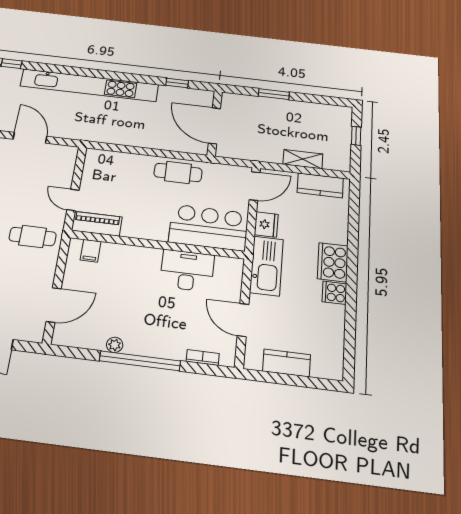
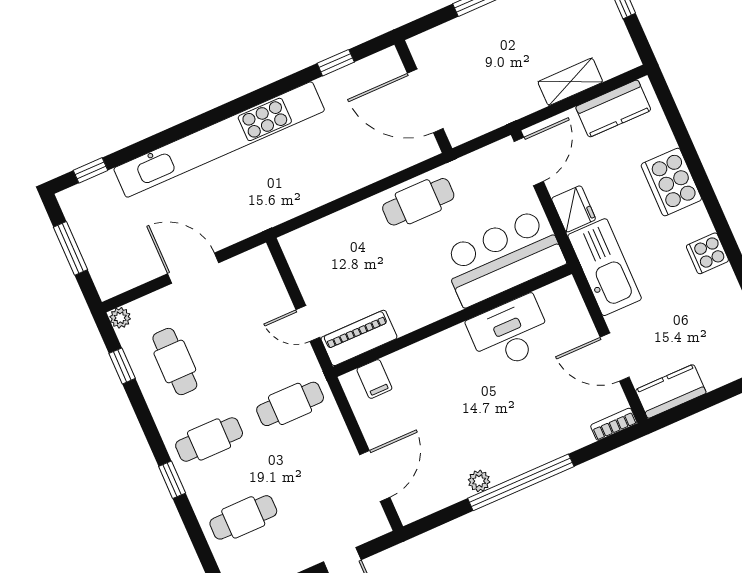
cooker: (333, 262) -> (671, 182), moved
bookcase: (203, 357) -> (614, 424), moved
kitchen counter: (287, 363) -> (671, 391), moved

